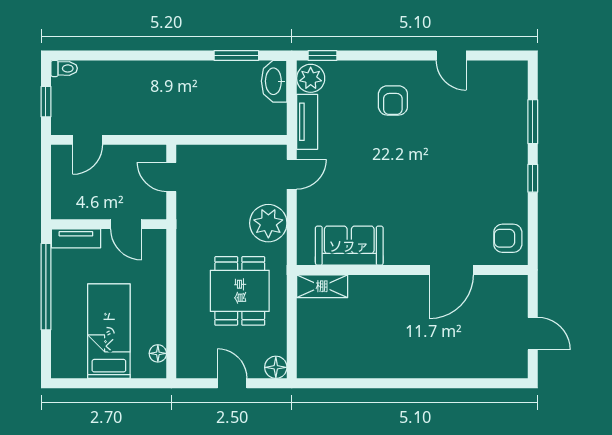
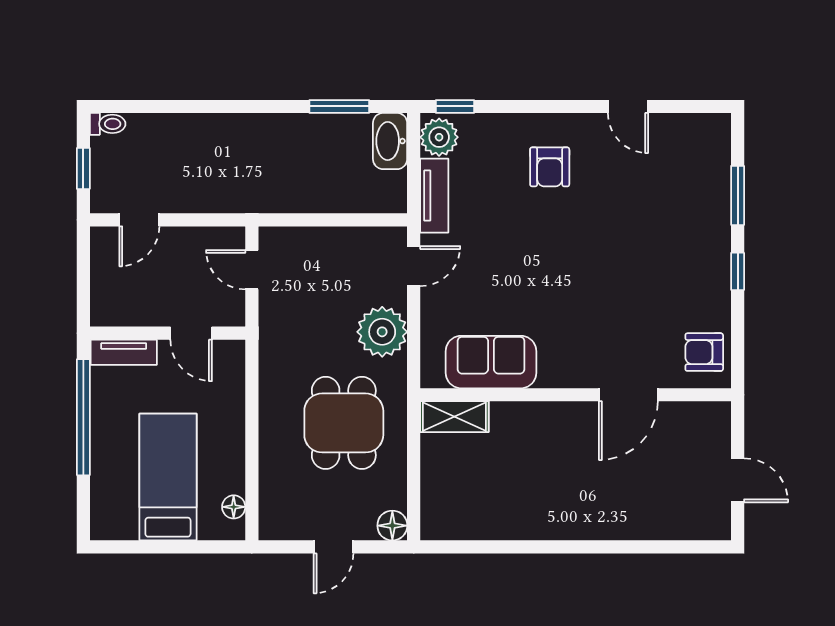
door: (232, 383) -> (334, 547), swing flipped

